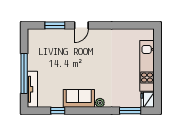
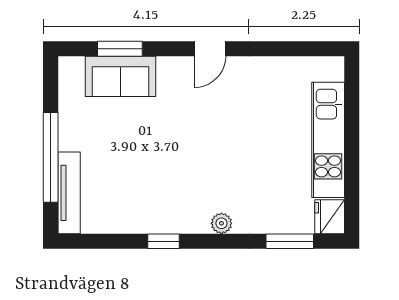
door: (81, 25) -> (210, 49), moved
sofa: (79, 98) -> (121, 76), moved, turned 180
window: (58, 111) -> (164, 241), moved

